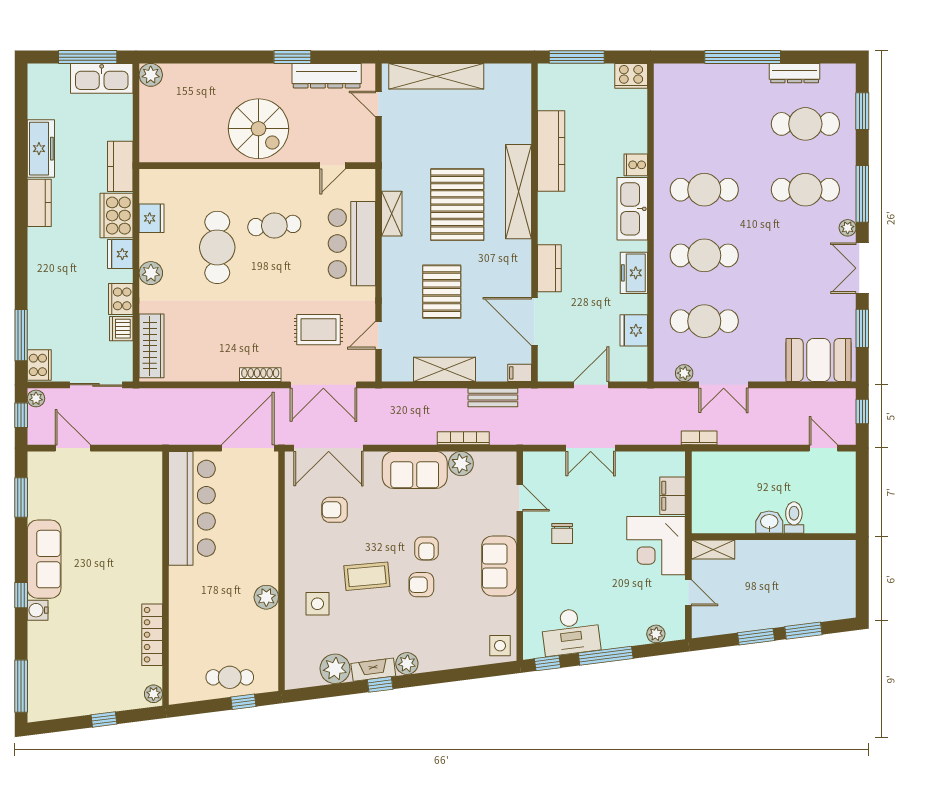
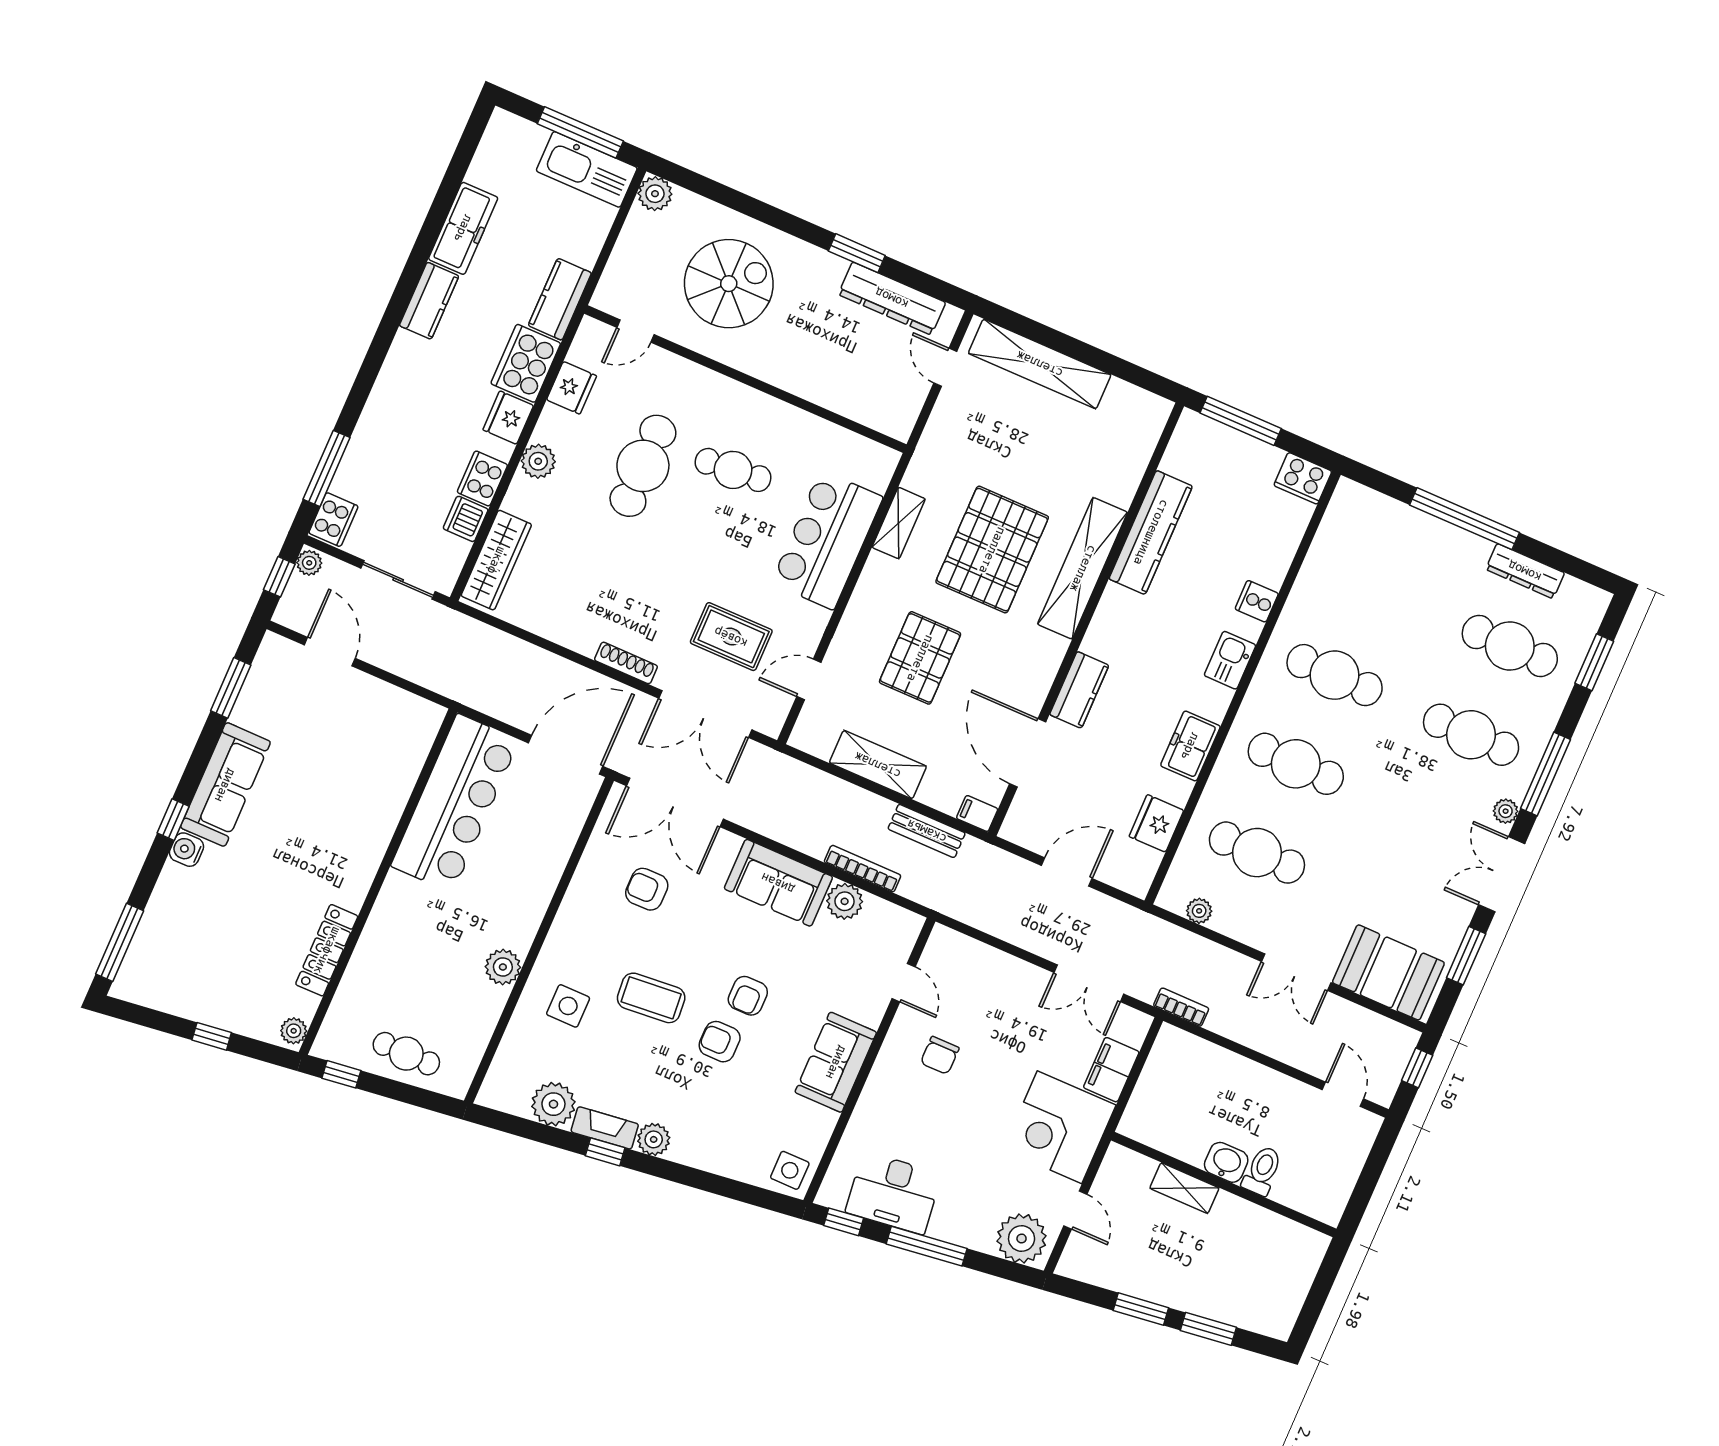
spiral stairs: (258, 129) -> (729, 284), moved, turned -90
door: (333, 166) -> (635, 331), moved
kitchen sink: (632, 209) -> (1230, 660), width x0.53, depth x0.81
double door: (724, 385) -> (1296, 972), moved
double door: (591, 448) -> (1089, 983), moved
shelving: (713, 550) -> (1184, 1188), moved
plant: (656, 634) -> (1022, 1239), width x1.87, depth x1.87
window: (243, 702) -> (341, 1074), moved

